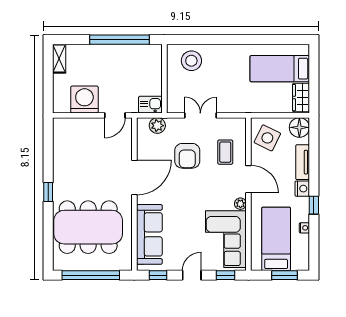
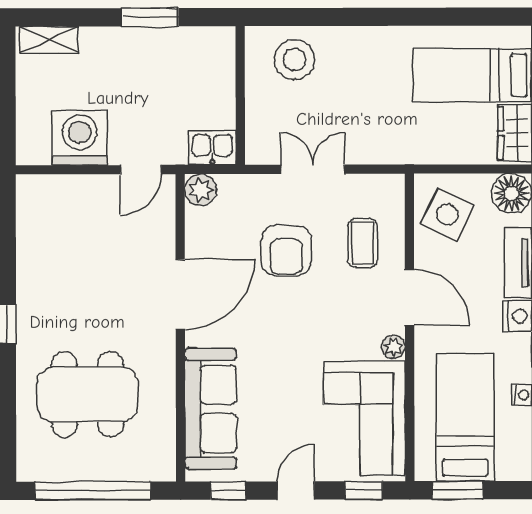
window: (119, 40) -> (150, 17), width x0.47
shelving: (59, 59) -> (49, 40), moved, turned 90
plant: (157, 126) -> (201, 190), moved
dining table: (88, 227) -> (87, 394), width x0.73, depth x0.80
window: (285, 275) -> (458, 490), moved

